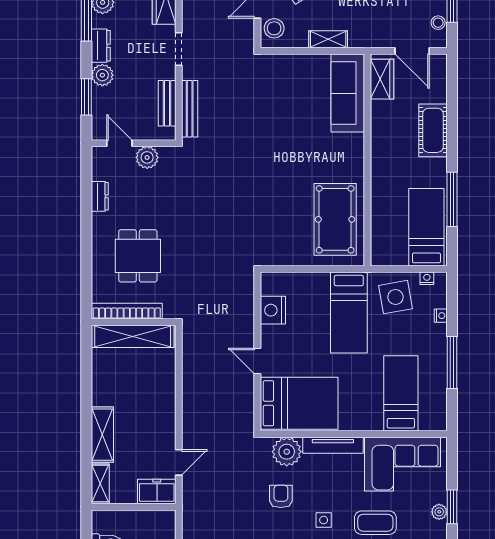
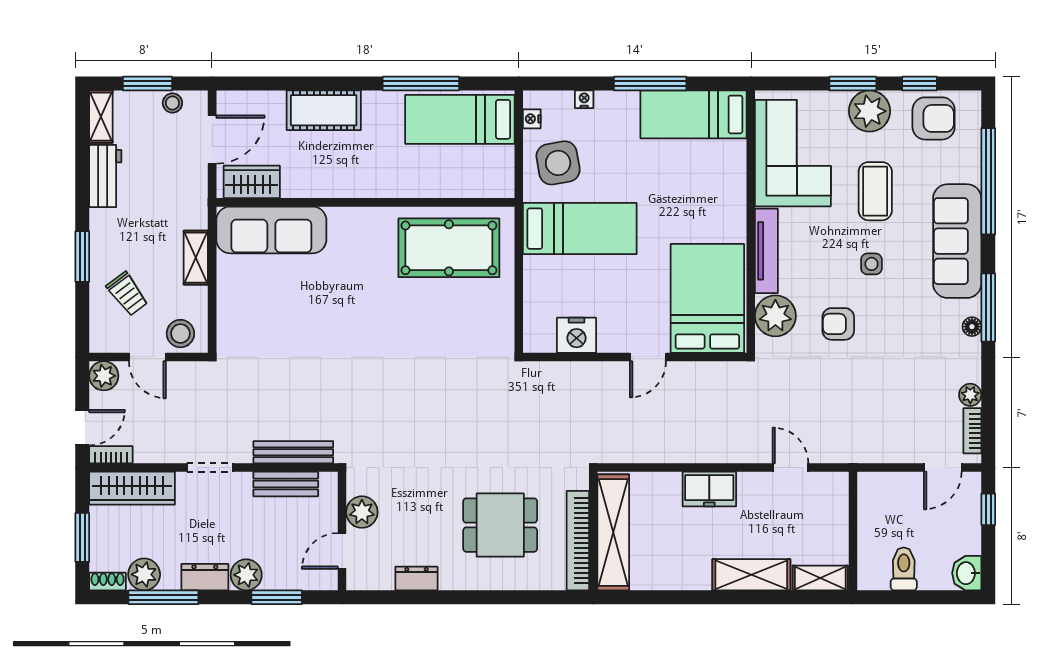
bed: (401, 393) -> (693, 114), moved
freezer: (157, 492) -> (709, 489), moved, turned -90
plant: (439, 512) -> (869, 111), width x1.88, depth x1.88

